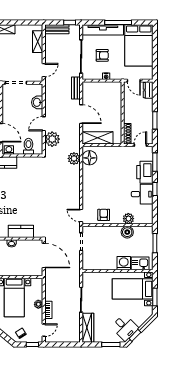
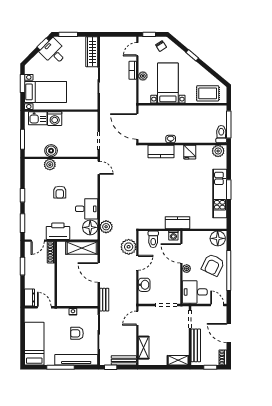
bed: (139, 45) -> (34, 344), width x0.67
printer: (145, 172) -> (58, 231), moved, turned -90
desk: (142, 194) -> (87, 209), moved, turned 180
armchair: (104, 215) -> (60, 192), moved

